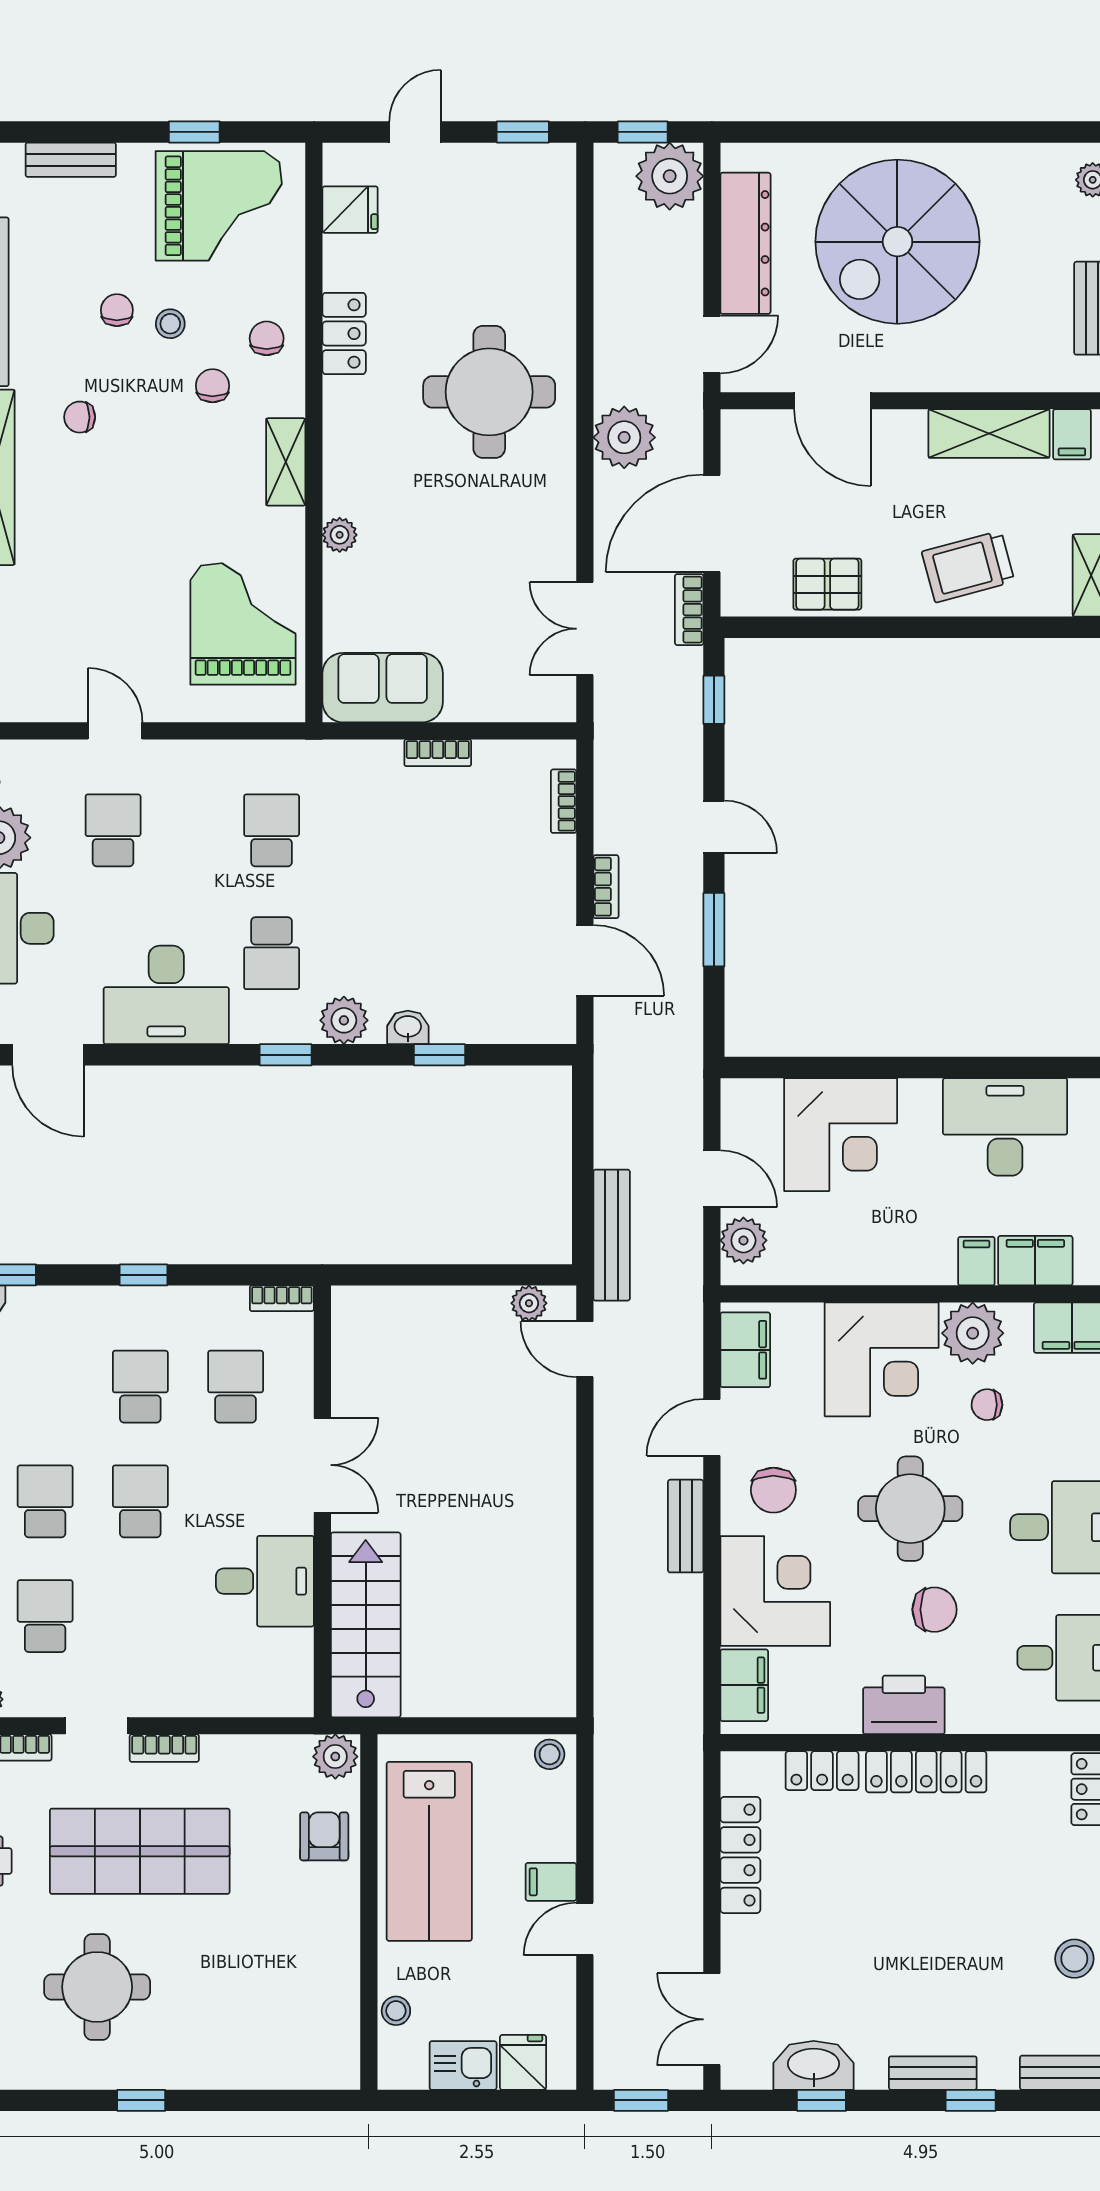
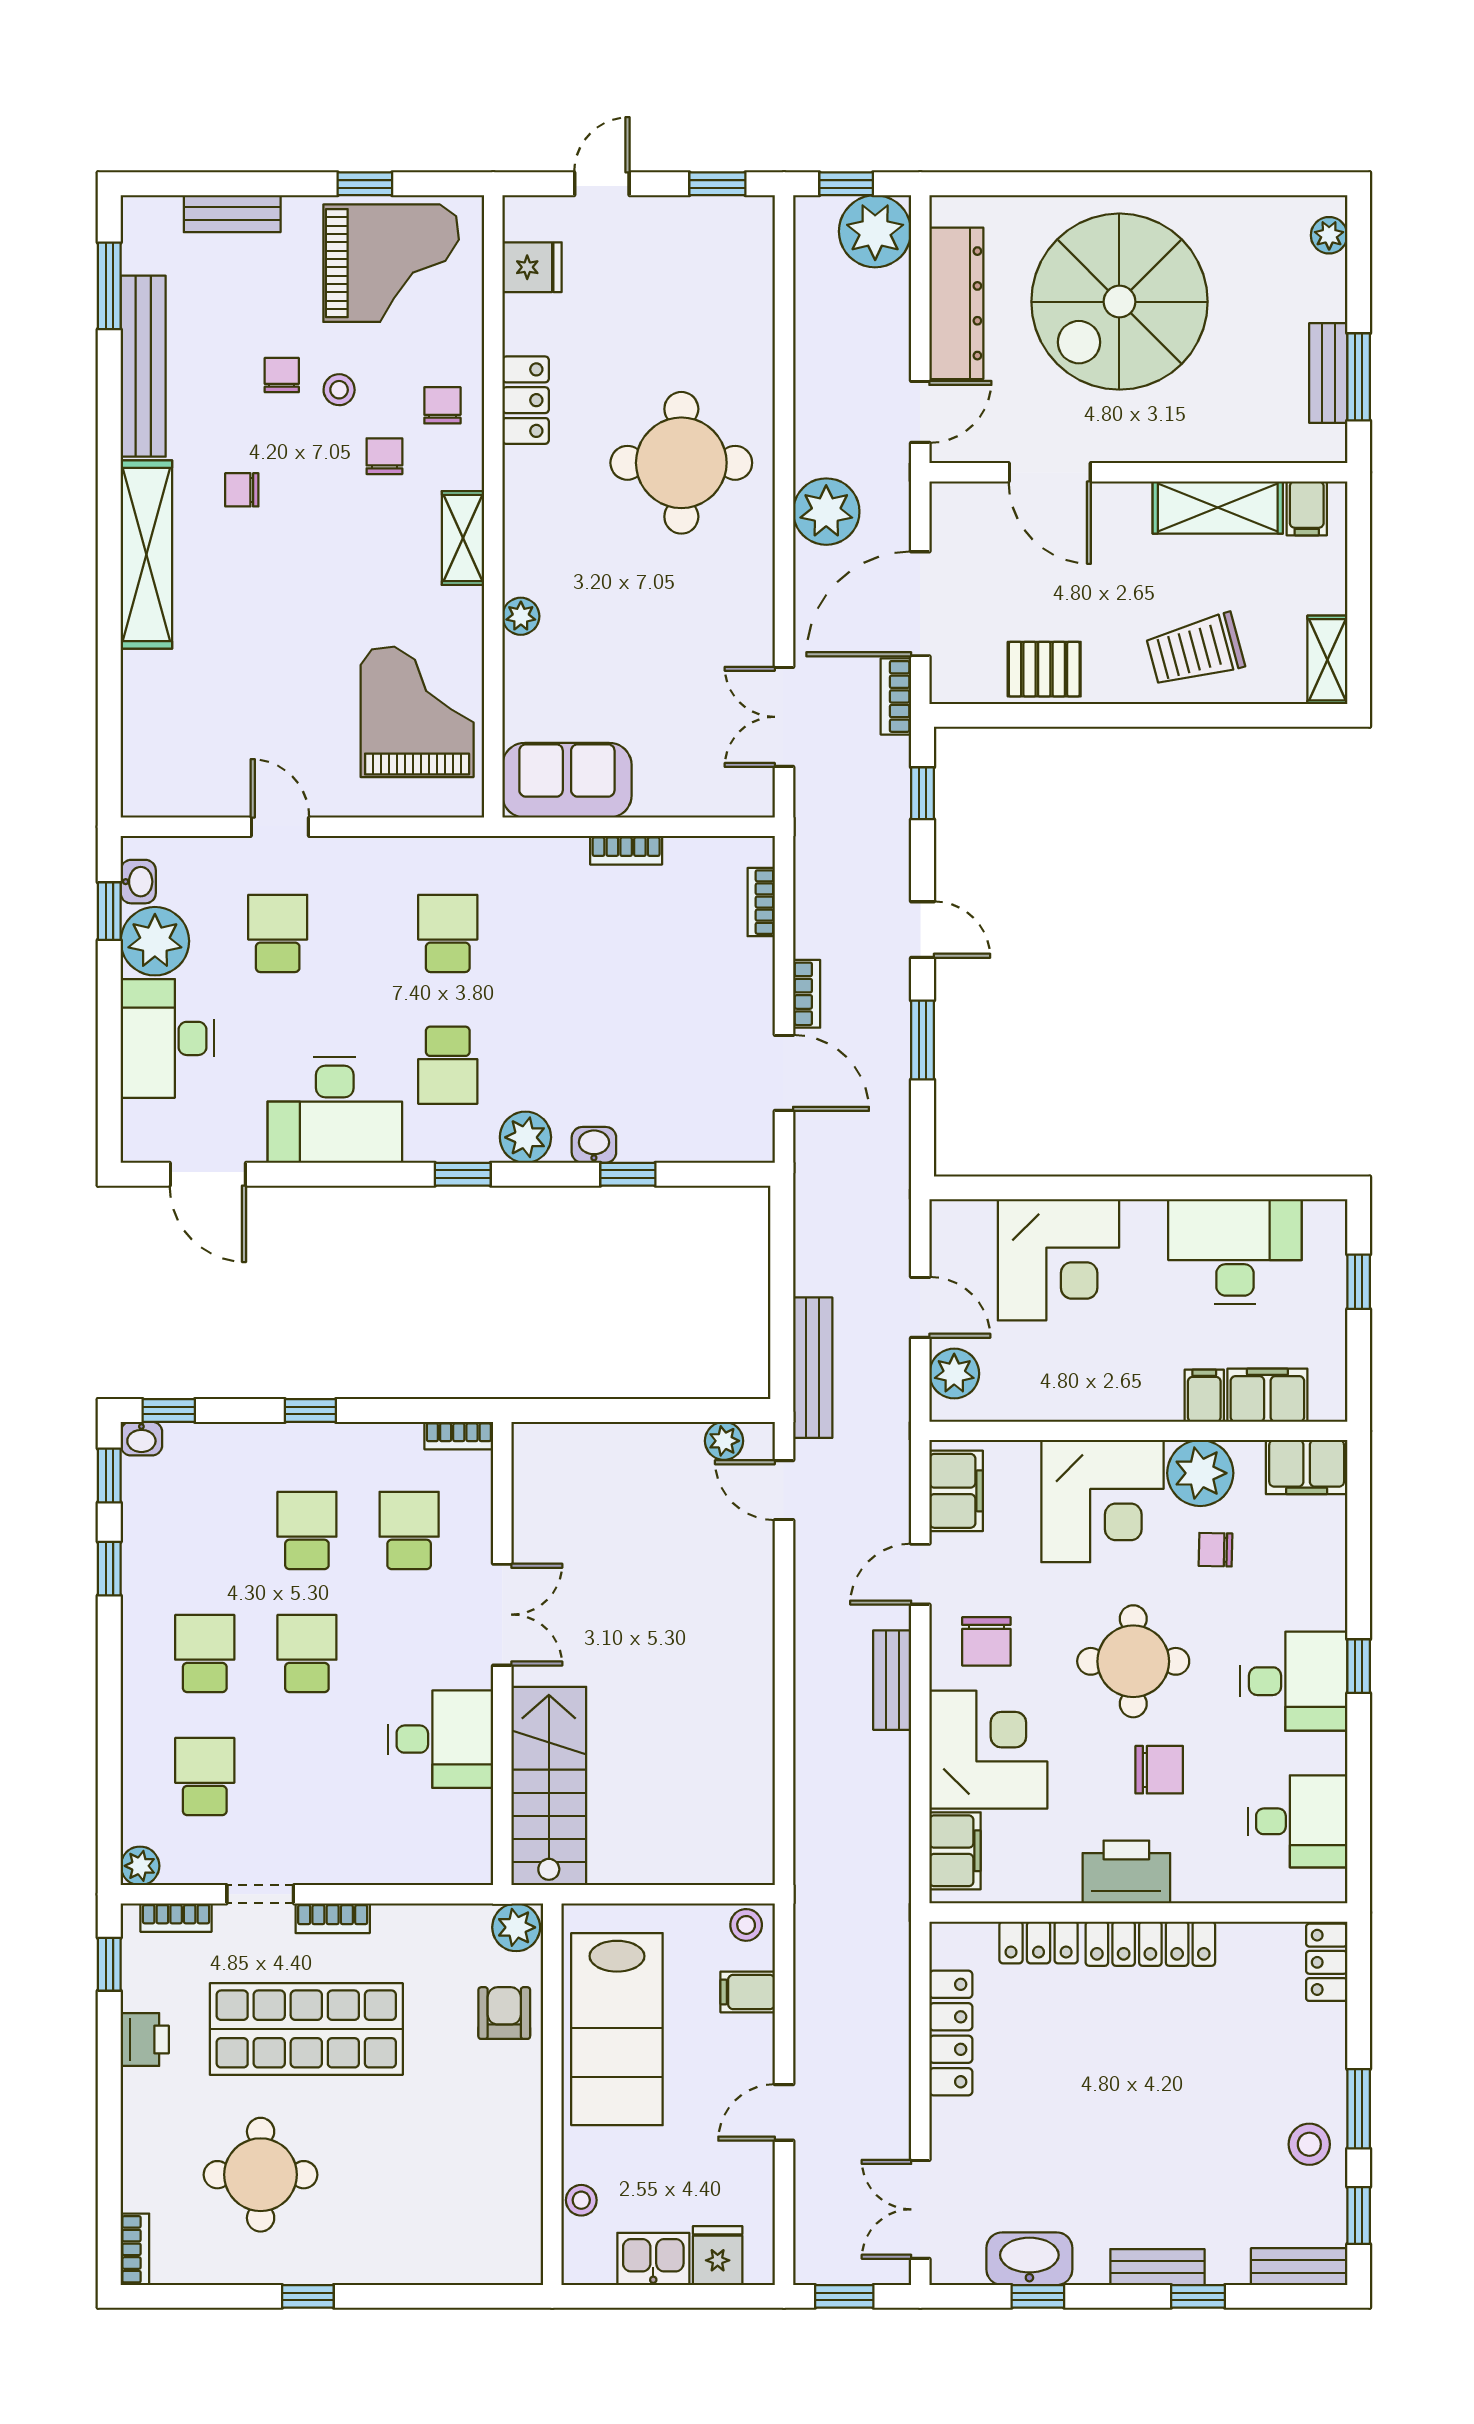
filing cabinet: (551, 1882) -> (748, 1992), moved

